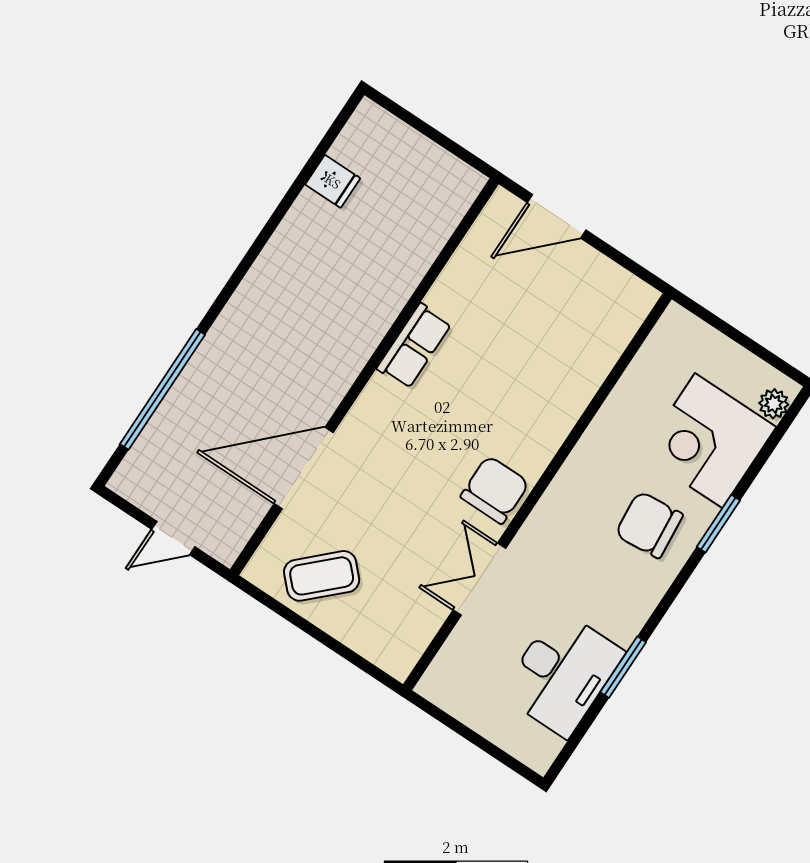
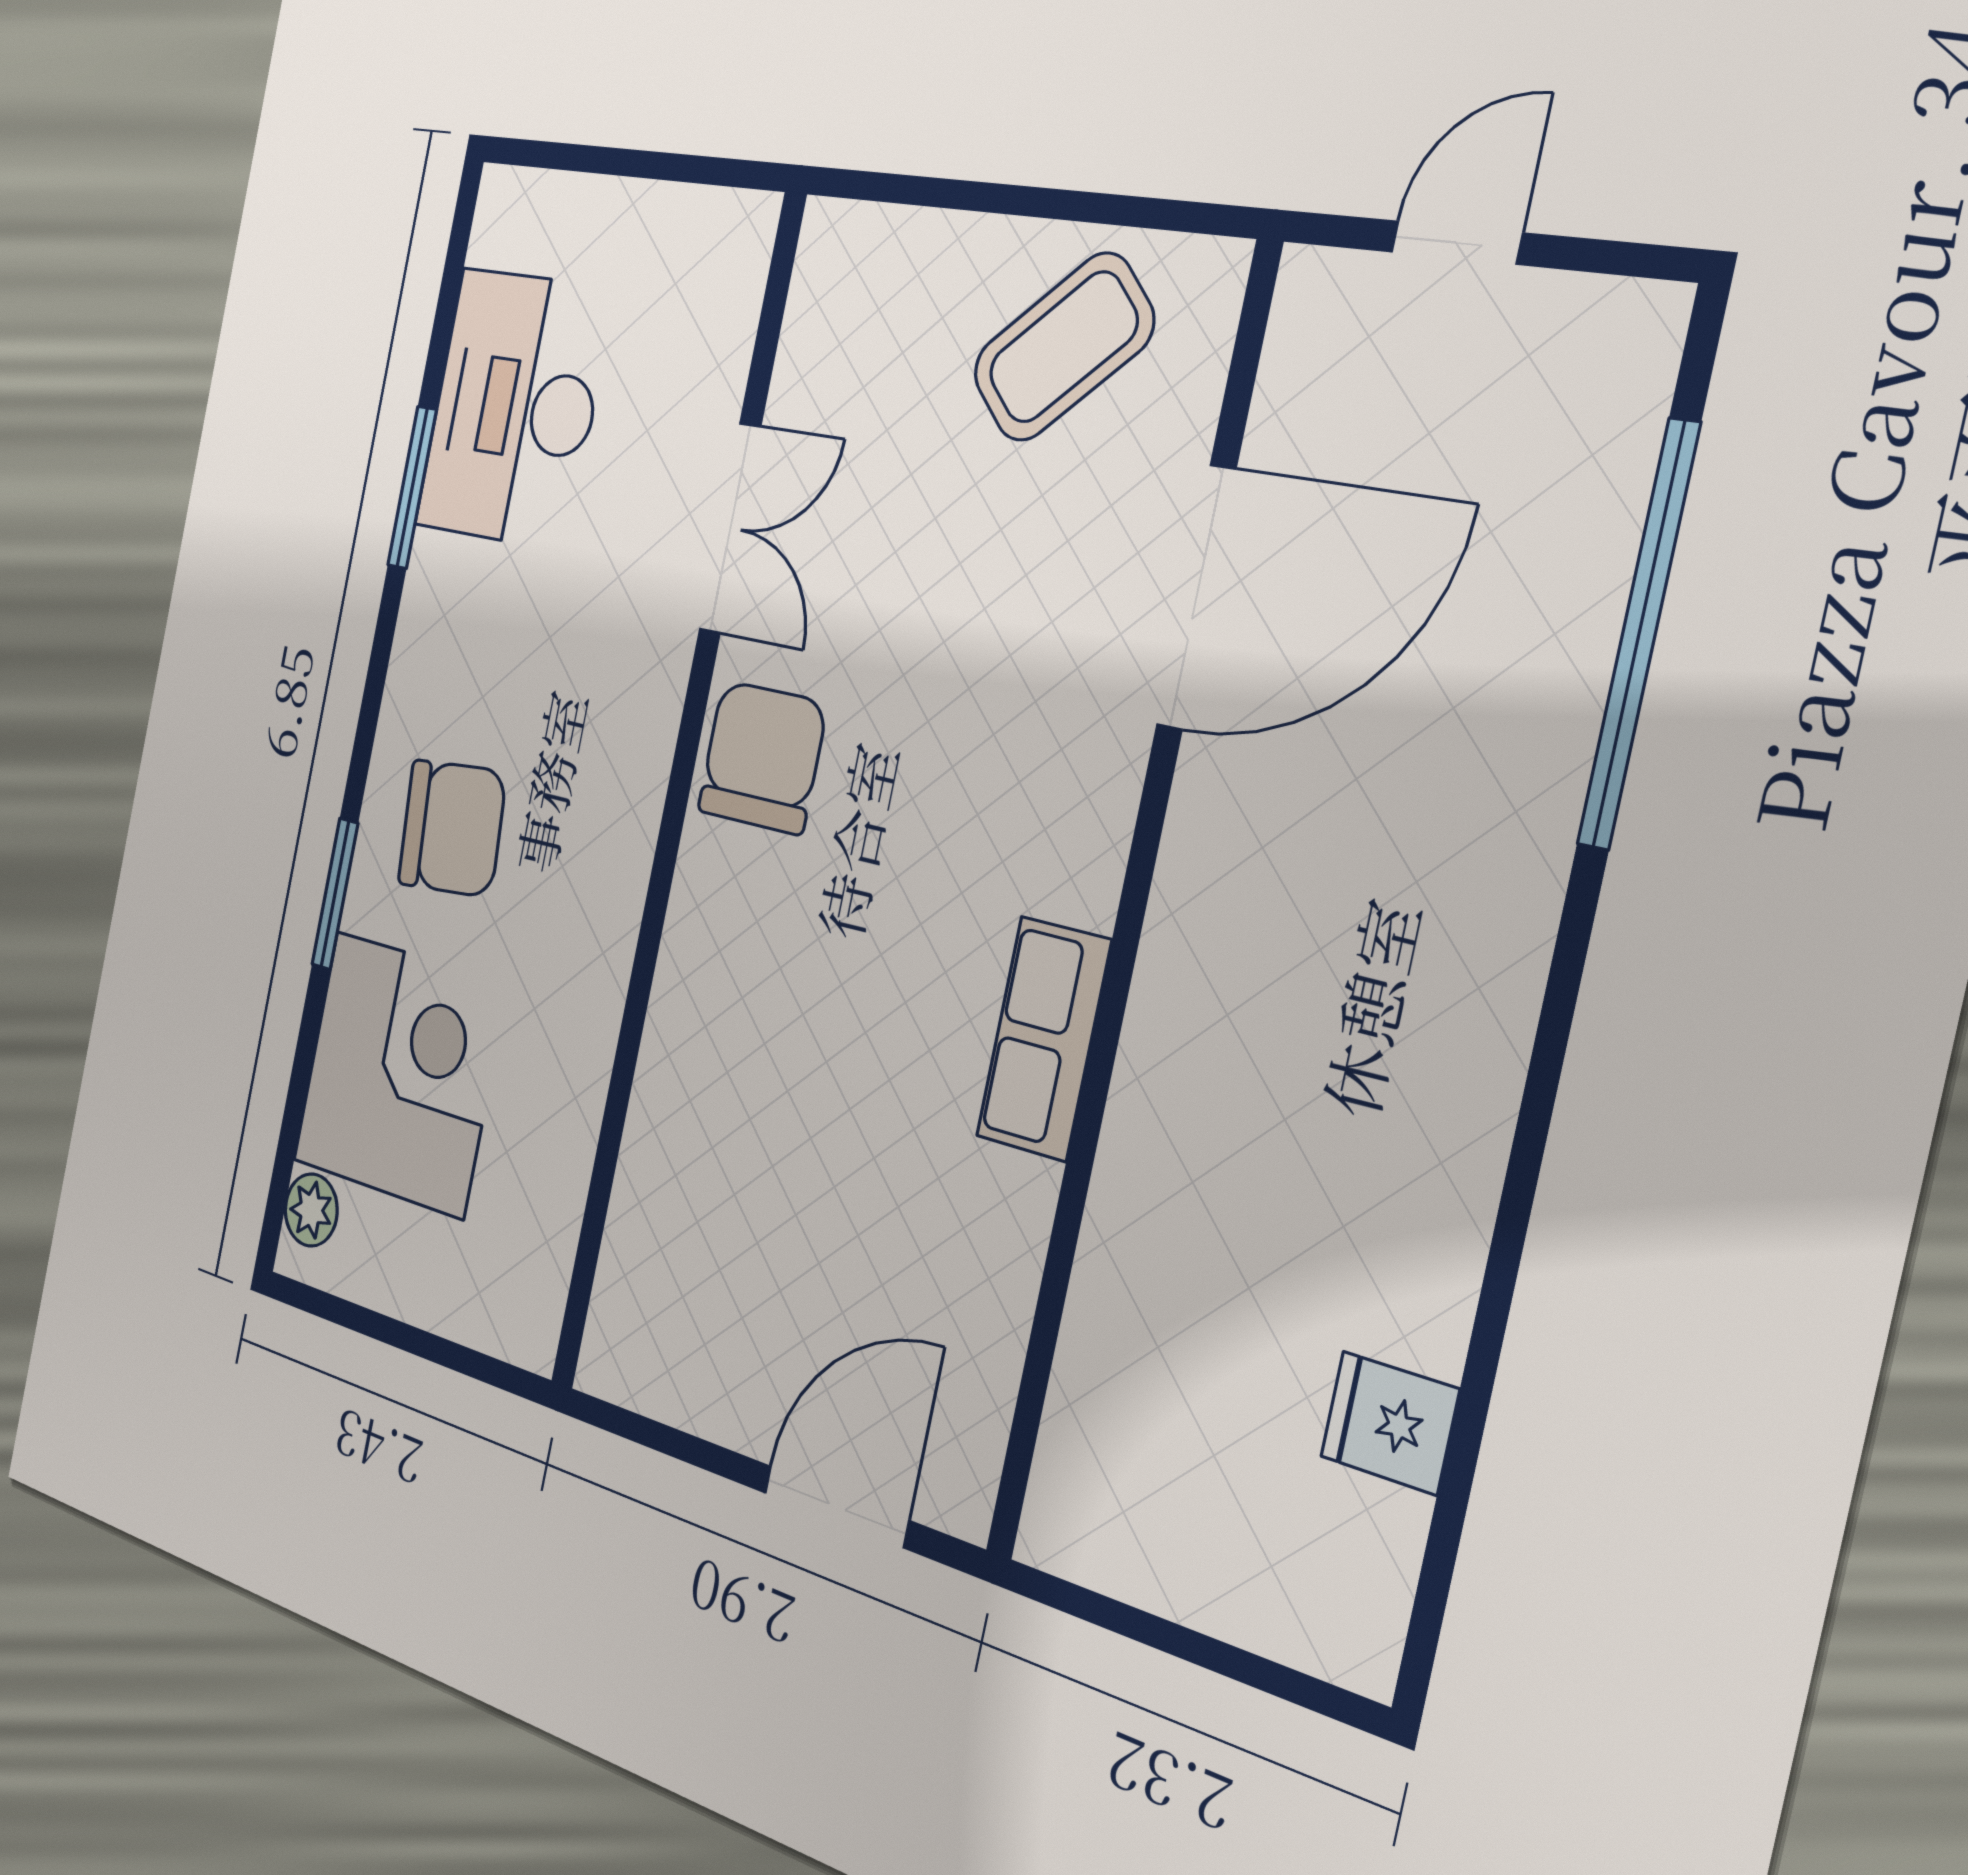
chair: (495, 490) -> (762, 757), turned 180

